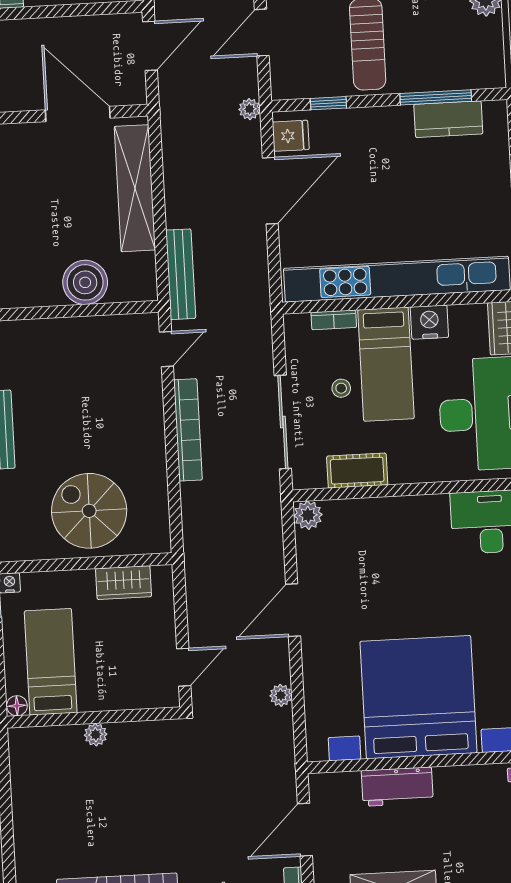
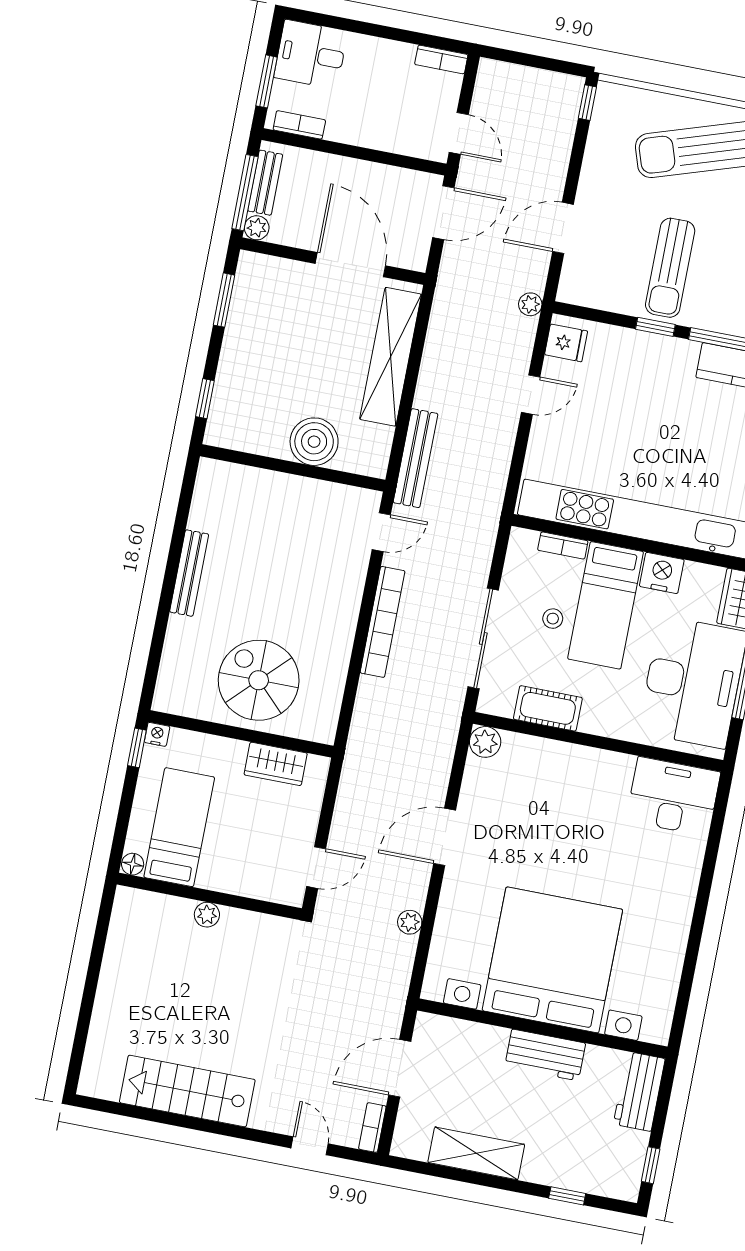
window: (328, 103) -> (655, 327), moved
door: (270, 191) -> (531, 395), width x0.53
workbench: (397, 787) -> (545, 1055), moved

